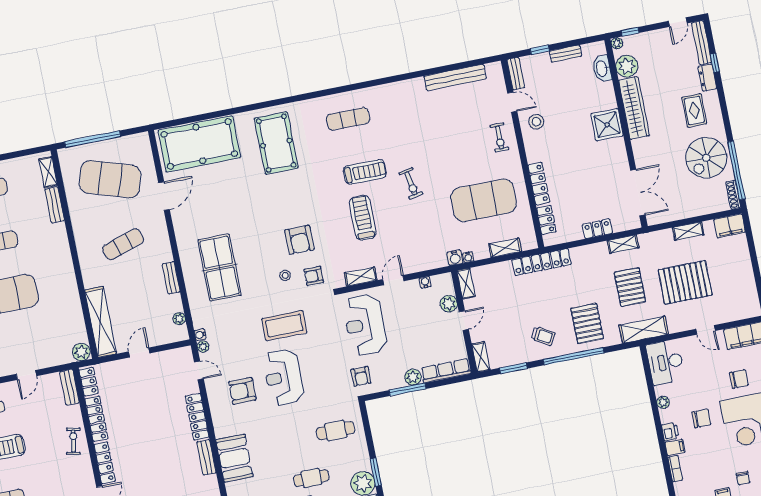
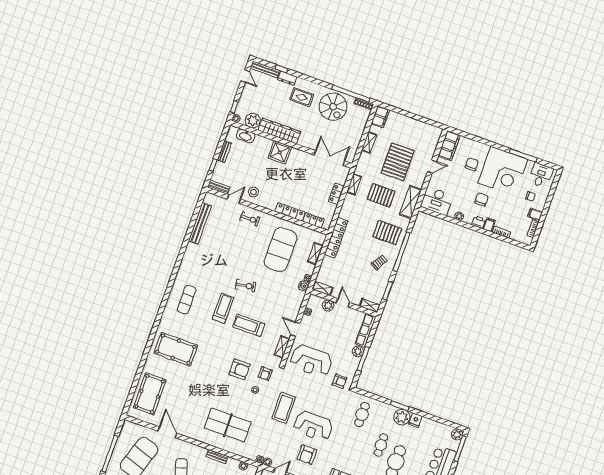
pool table: (199, 144) -> (150, 394), width x0.73, depth x0.76

